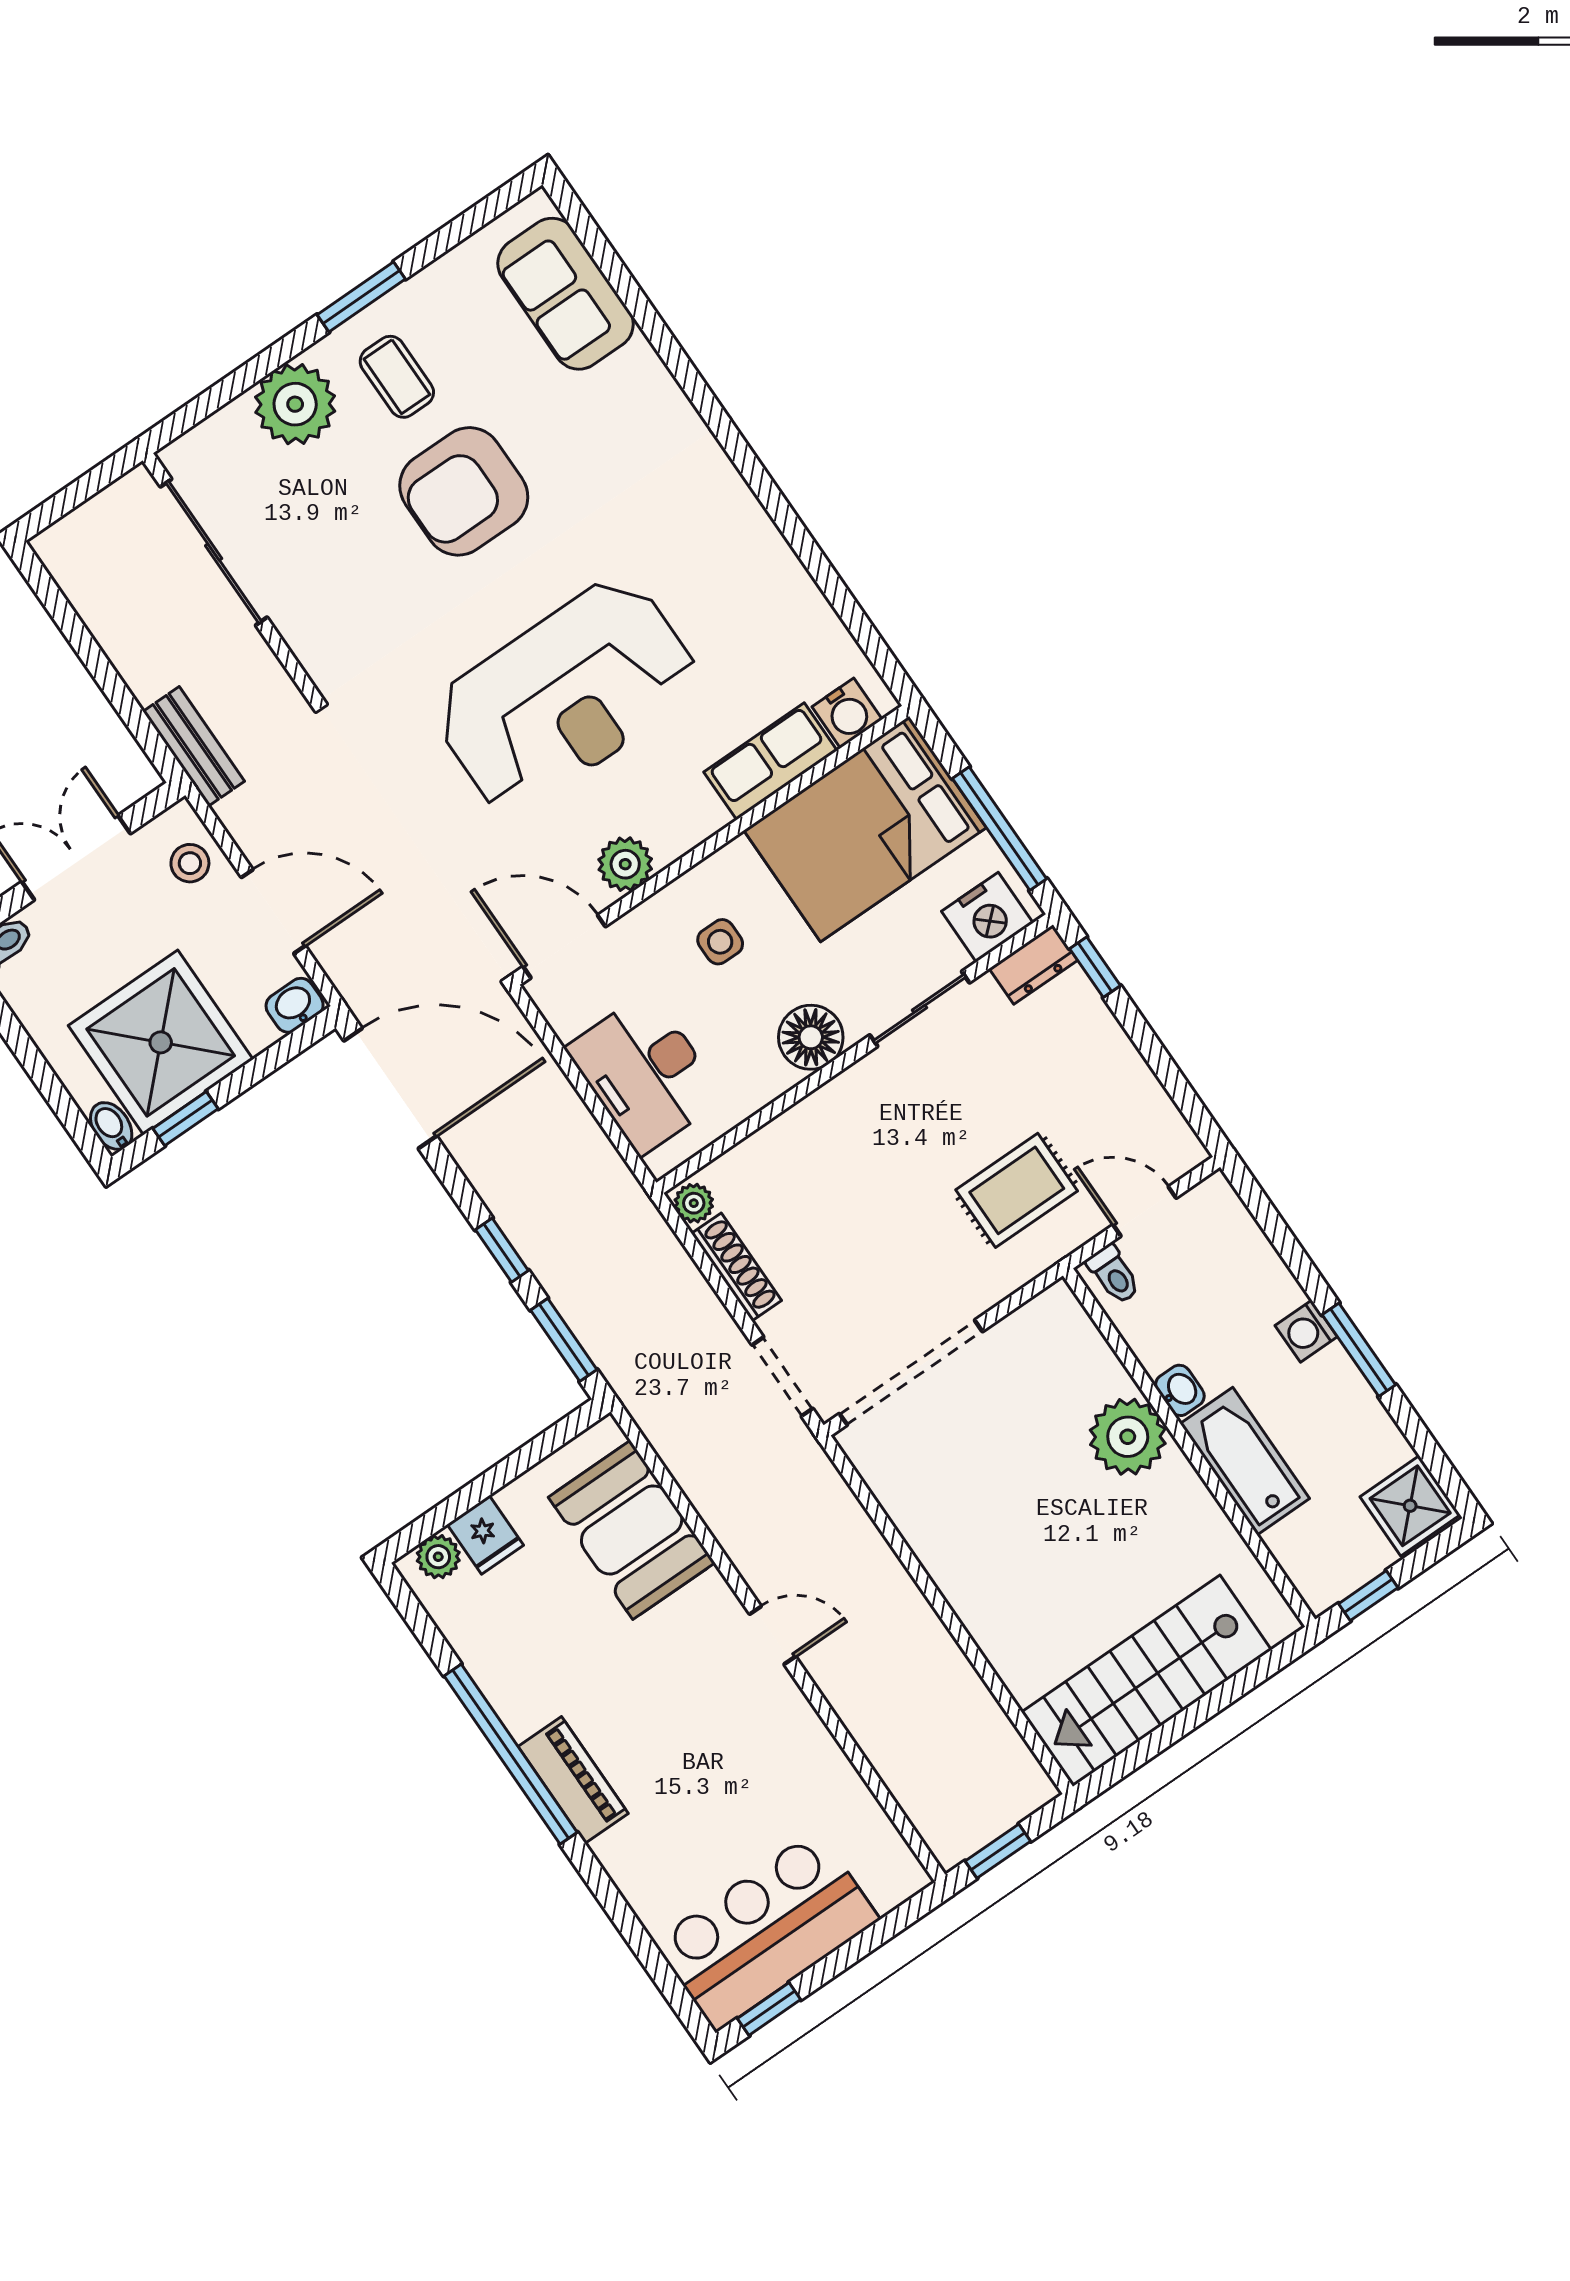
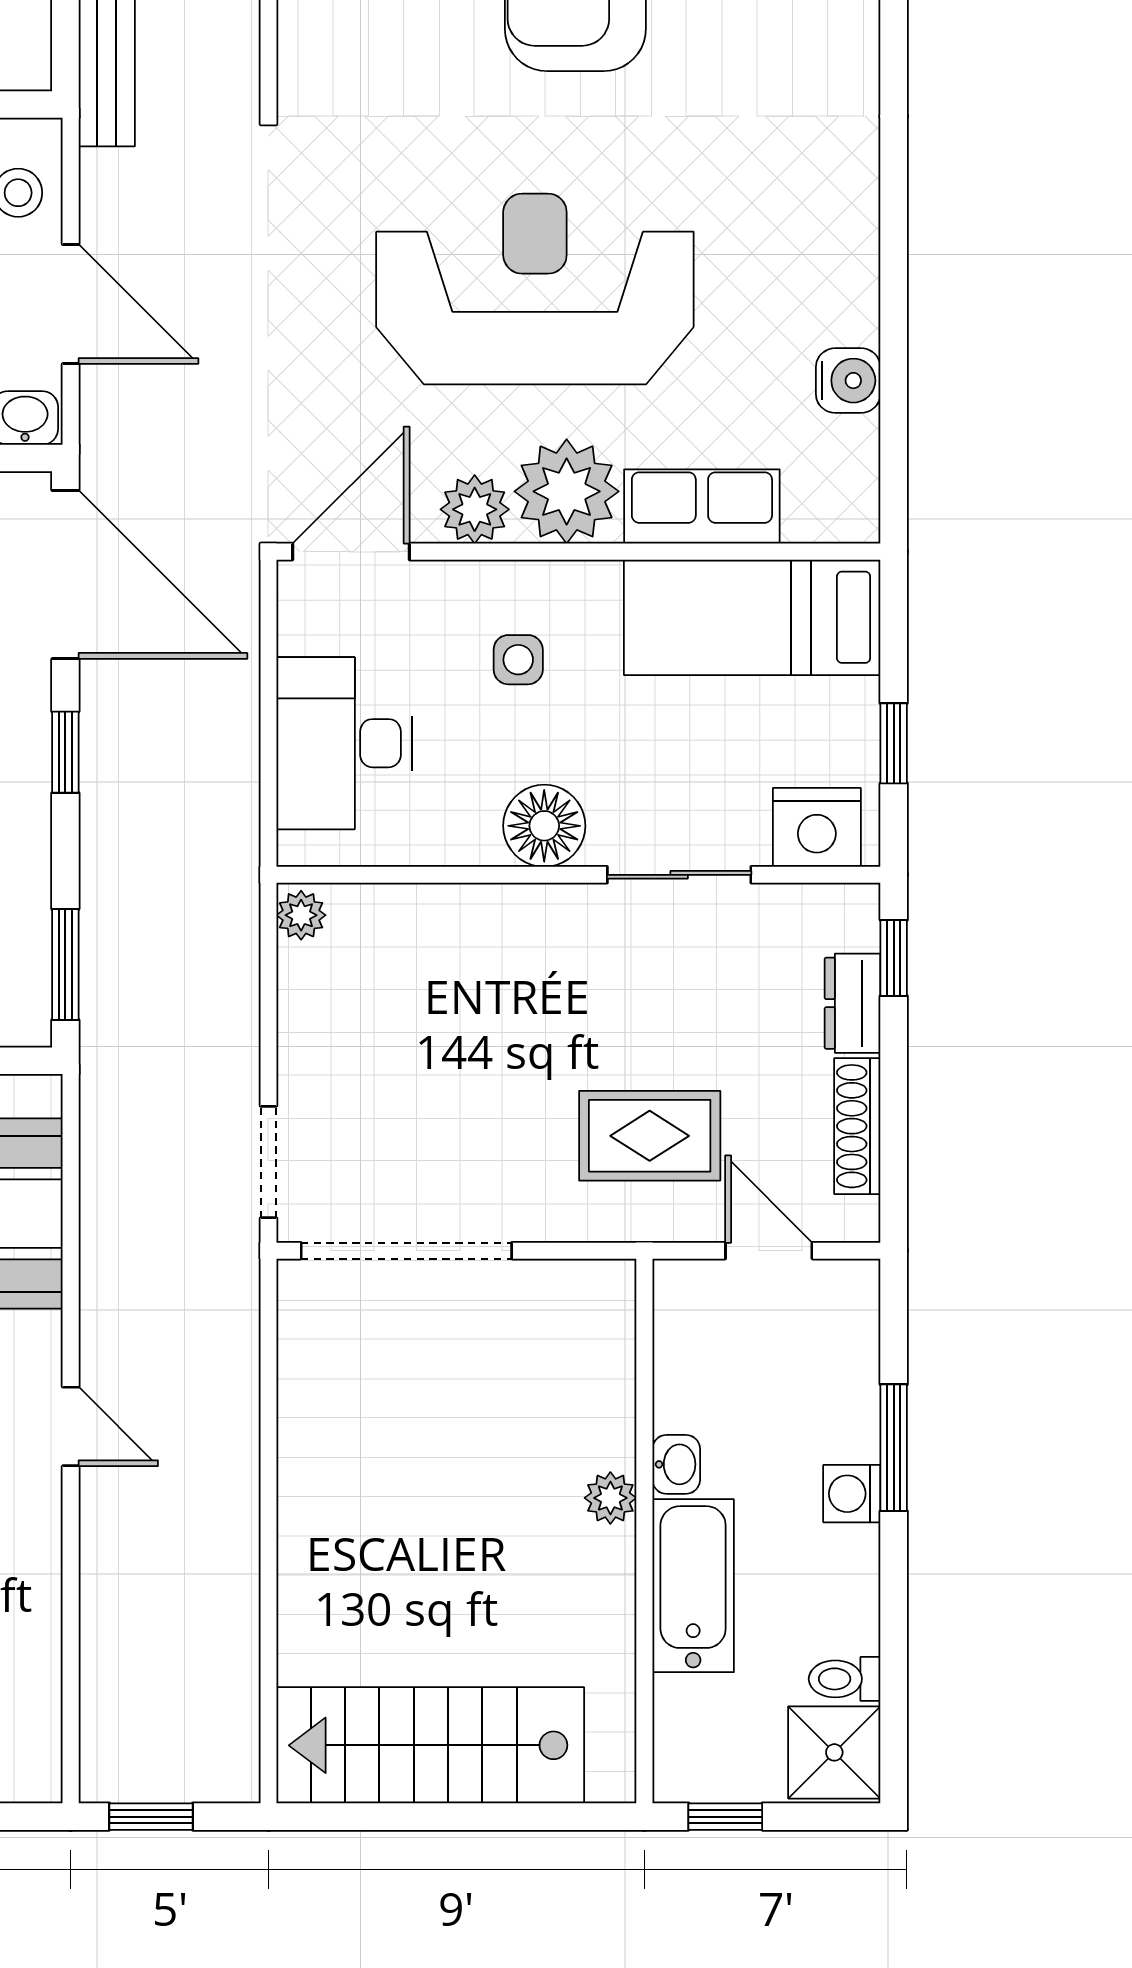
reception desk: (566, 695) -> (535, 289), turned 180
water cooler: (847, 713) -> (848, 381), moved, turned -90
plant: (677, 812) -> (567, 491), added
bed: (865, 829) -> (752, 617), width x0.67
window: (999, 829) -> (894, 743), width x0.46
door: (564, 946) -> (351, 552), hinge flipped
dresser: (1033, 964) -> (853, 1003), moved, turned 90
window: (502, 1250) -> (65, 752), moved
shoe rack: (736, 1267) -> (857, 1126), moved, turned 180
toilet: (1114, 1274) -> (845, 1679), moved, turned 90
window: (1359, 1350) -> (894, 1448), moved
plant: (1128, 1437) -> (610, 1498), width x0.53, depth x0.53

